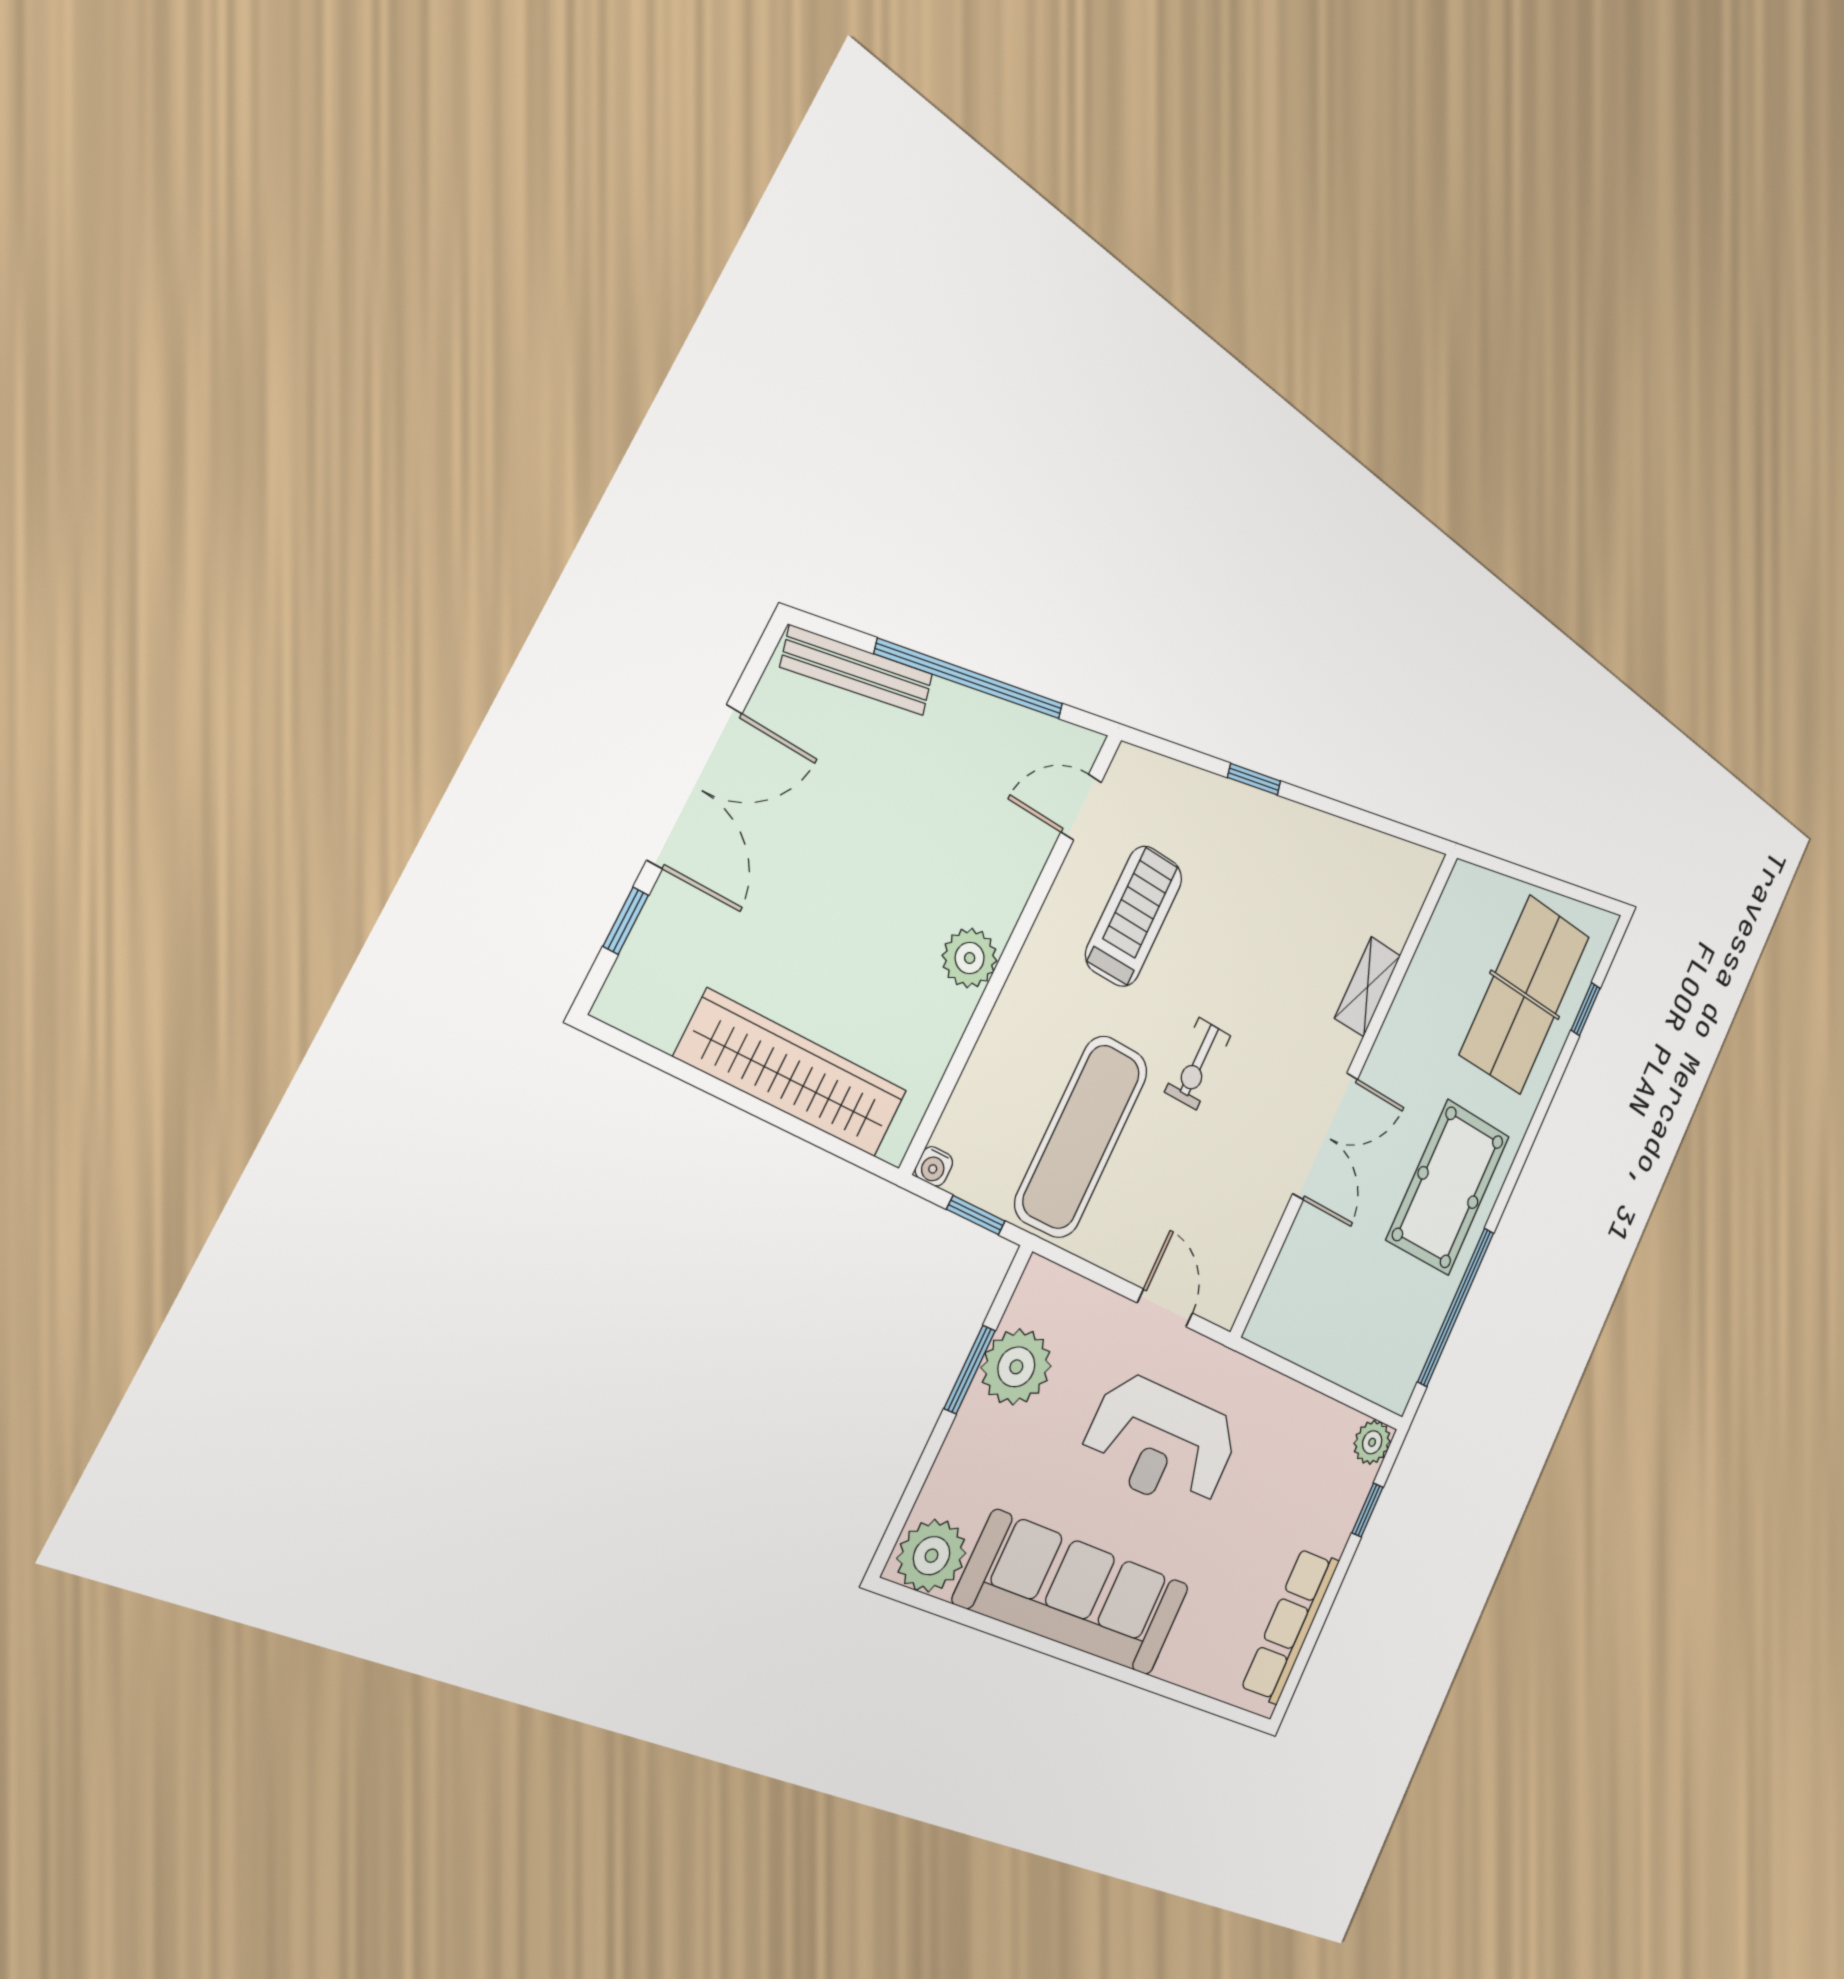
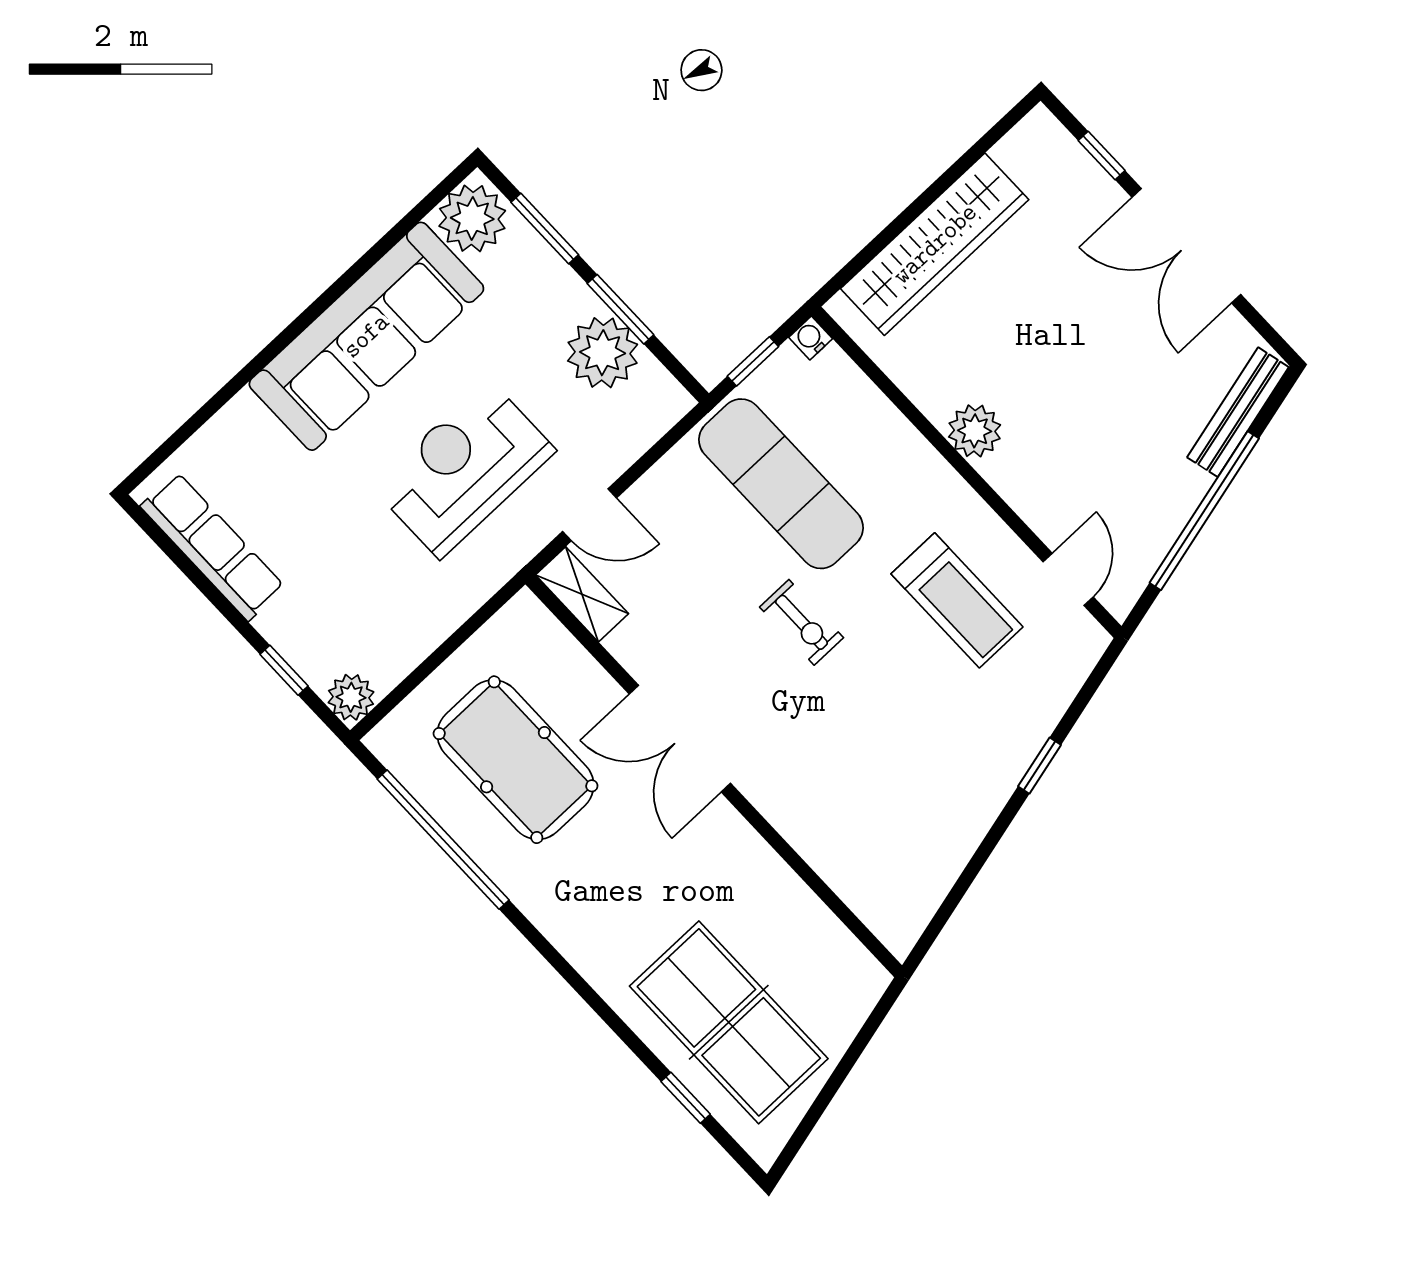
shelving: (1368, 987) -> (582, 594), moved
exercise bike: (1198, 1064) -> (802, 622), turned 180
pool table: (1448, 1188) -> (515, 760), moved
window: (917, 1481) -> (545, 229), added

